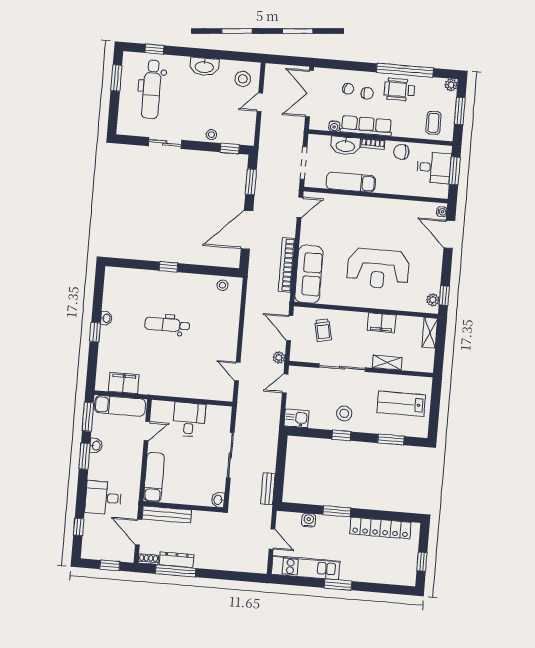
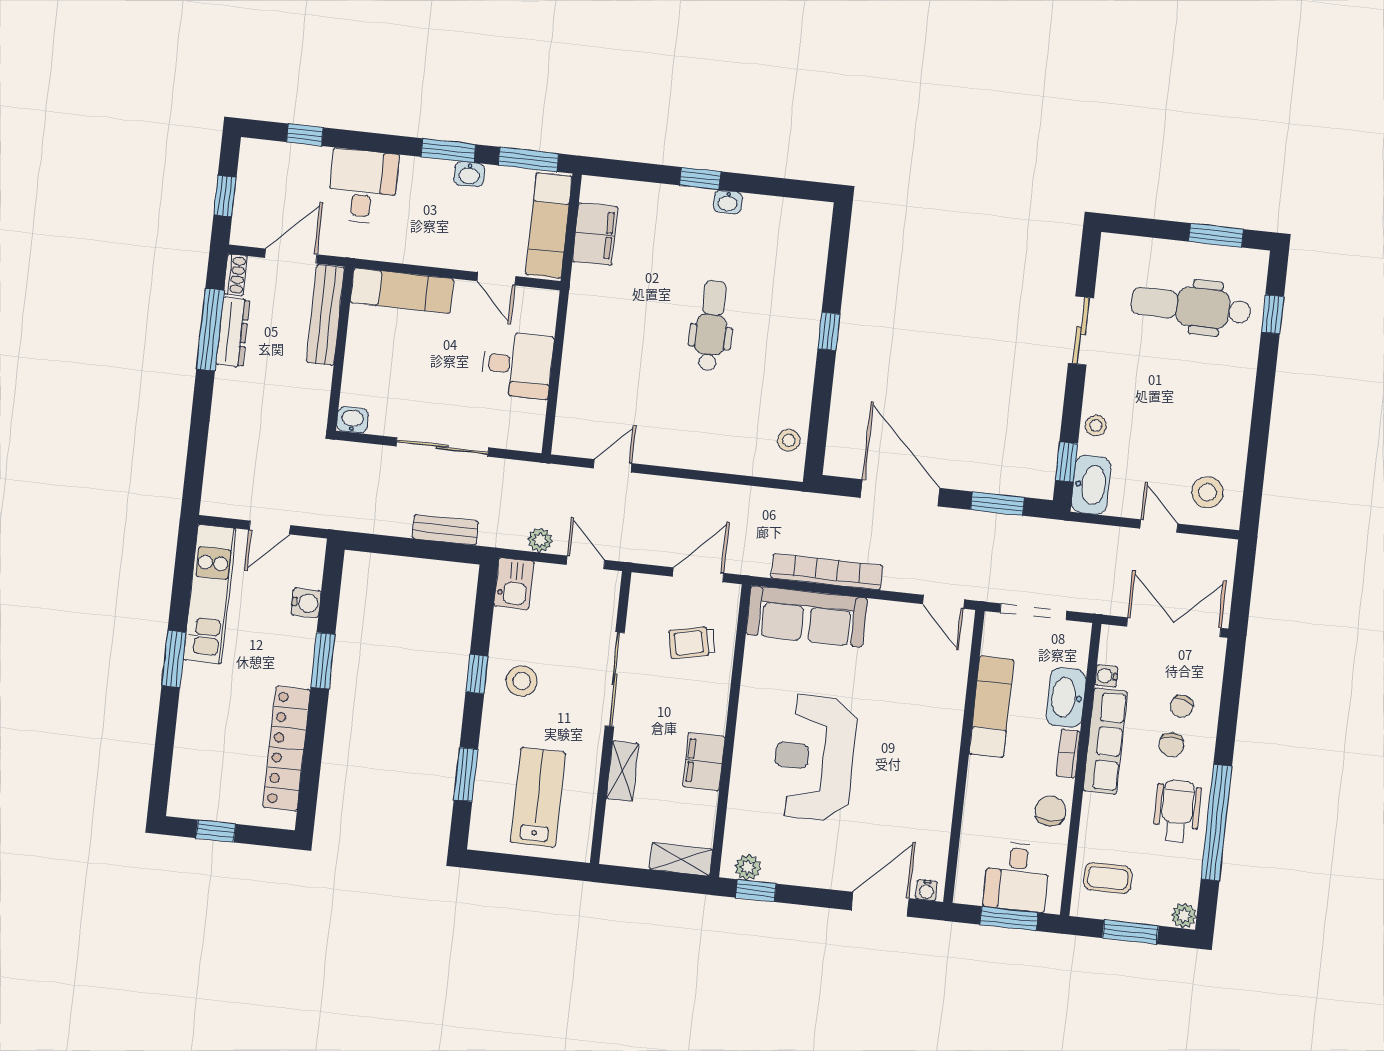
washbasin: (204, 67) -> (1091, 485), moved, turned 180
plant: (279, 358) -> (540, 540), moved
bench: (268, 489) -> (445, 530), moved

